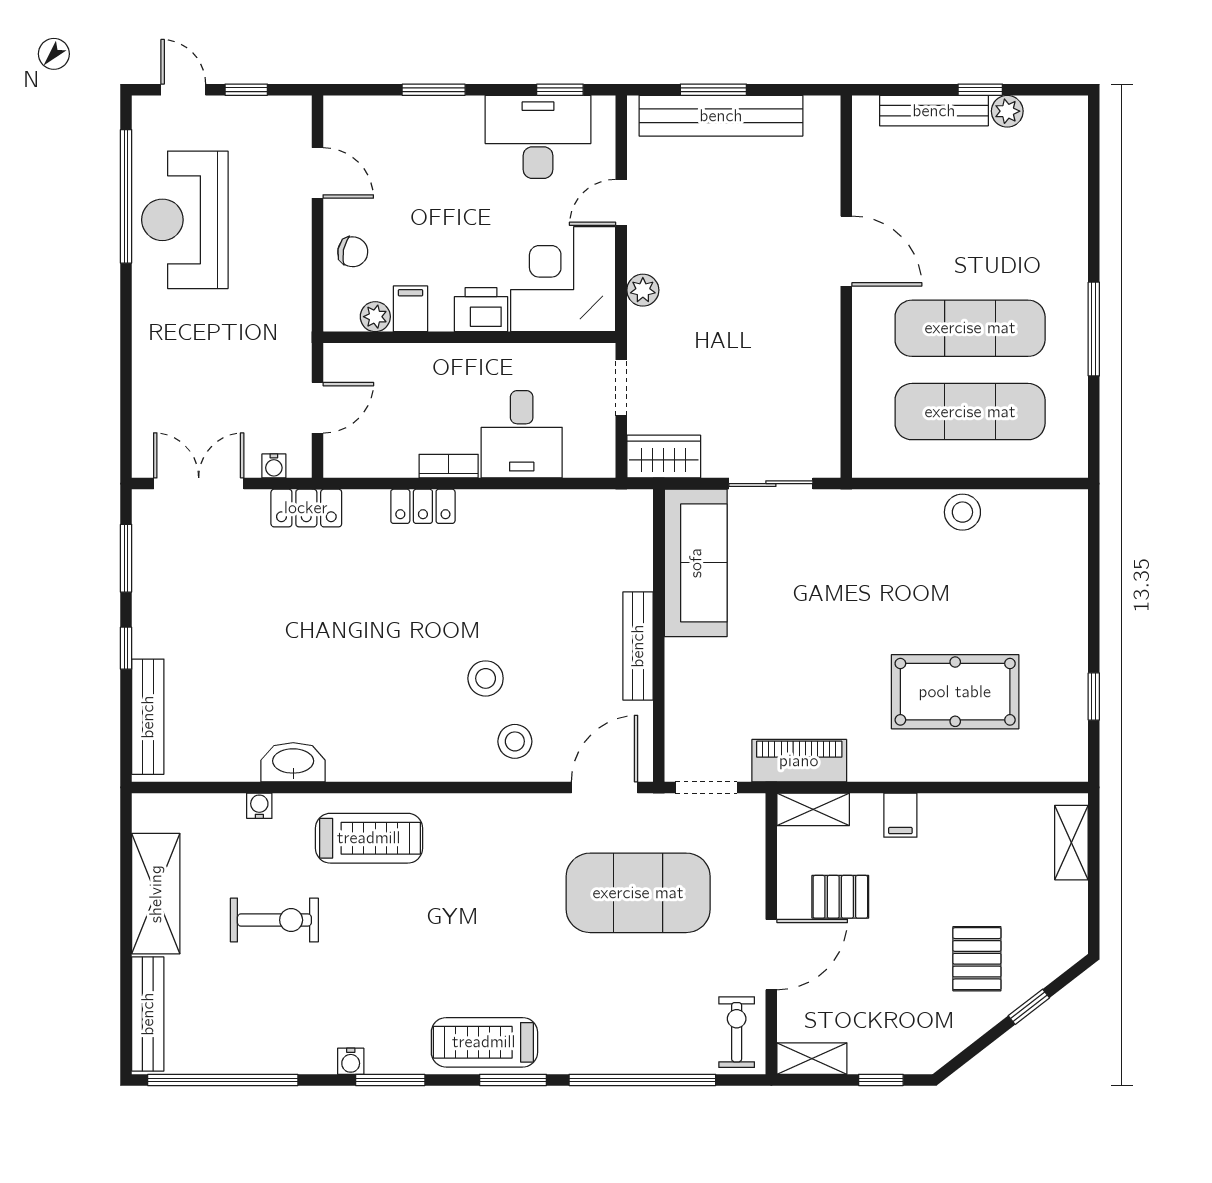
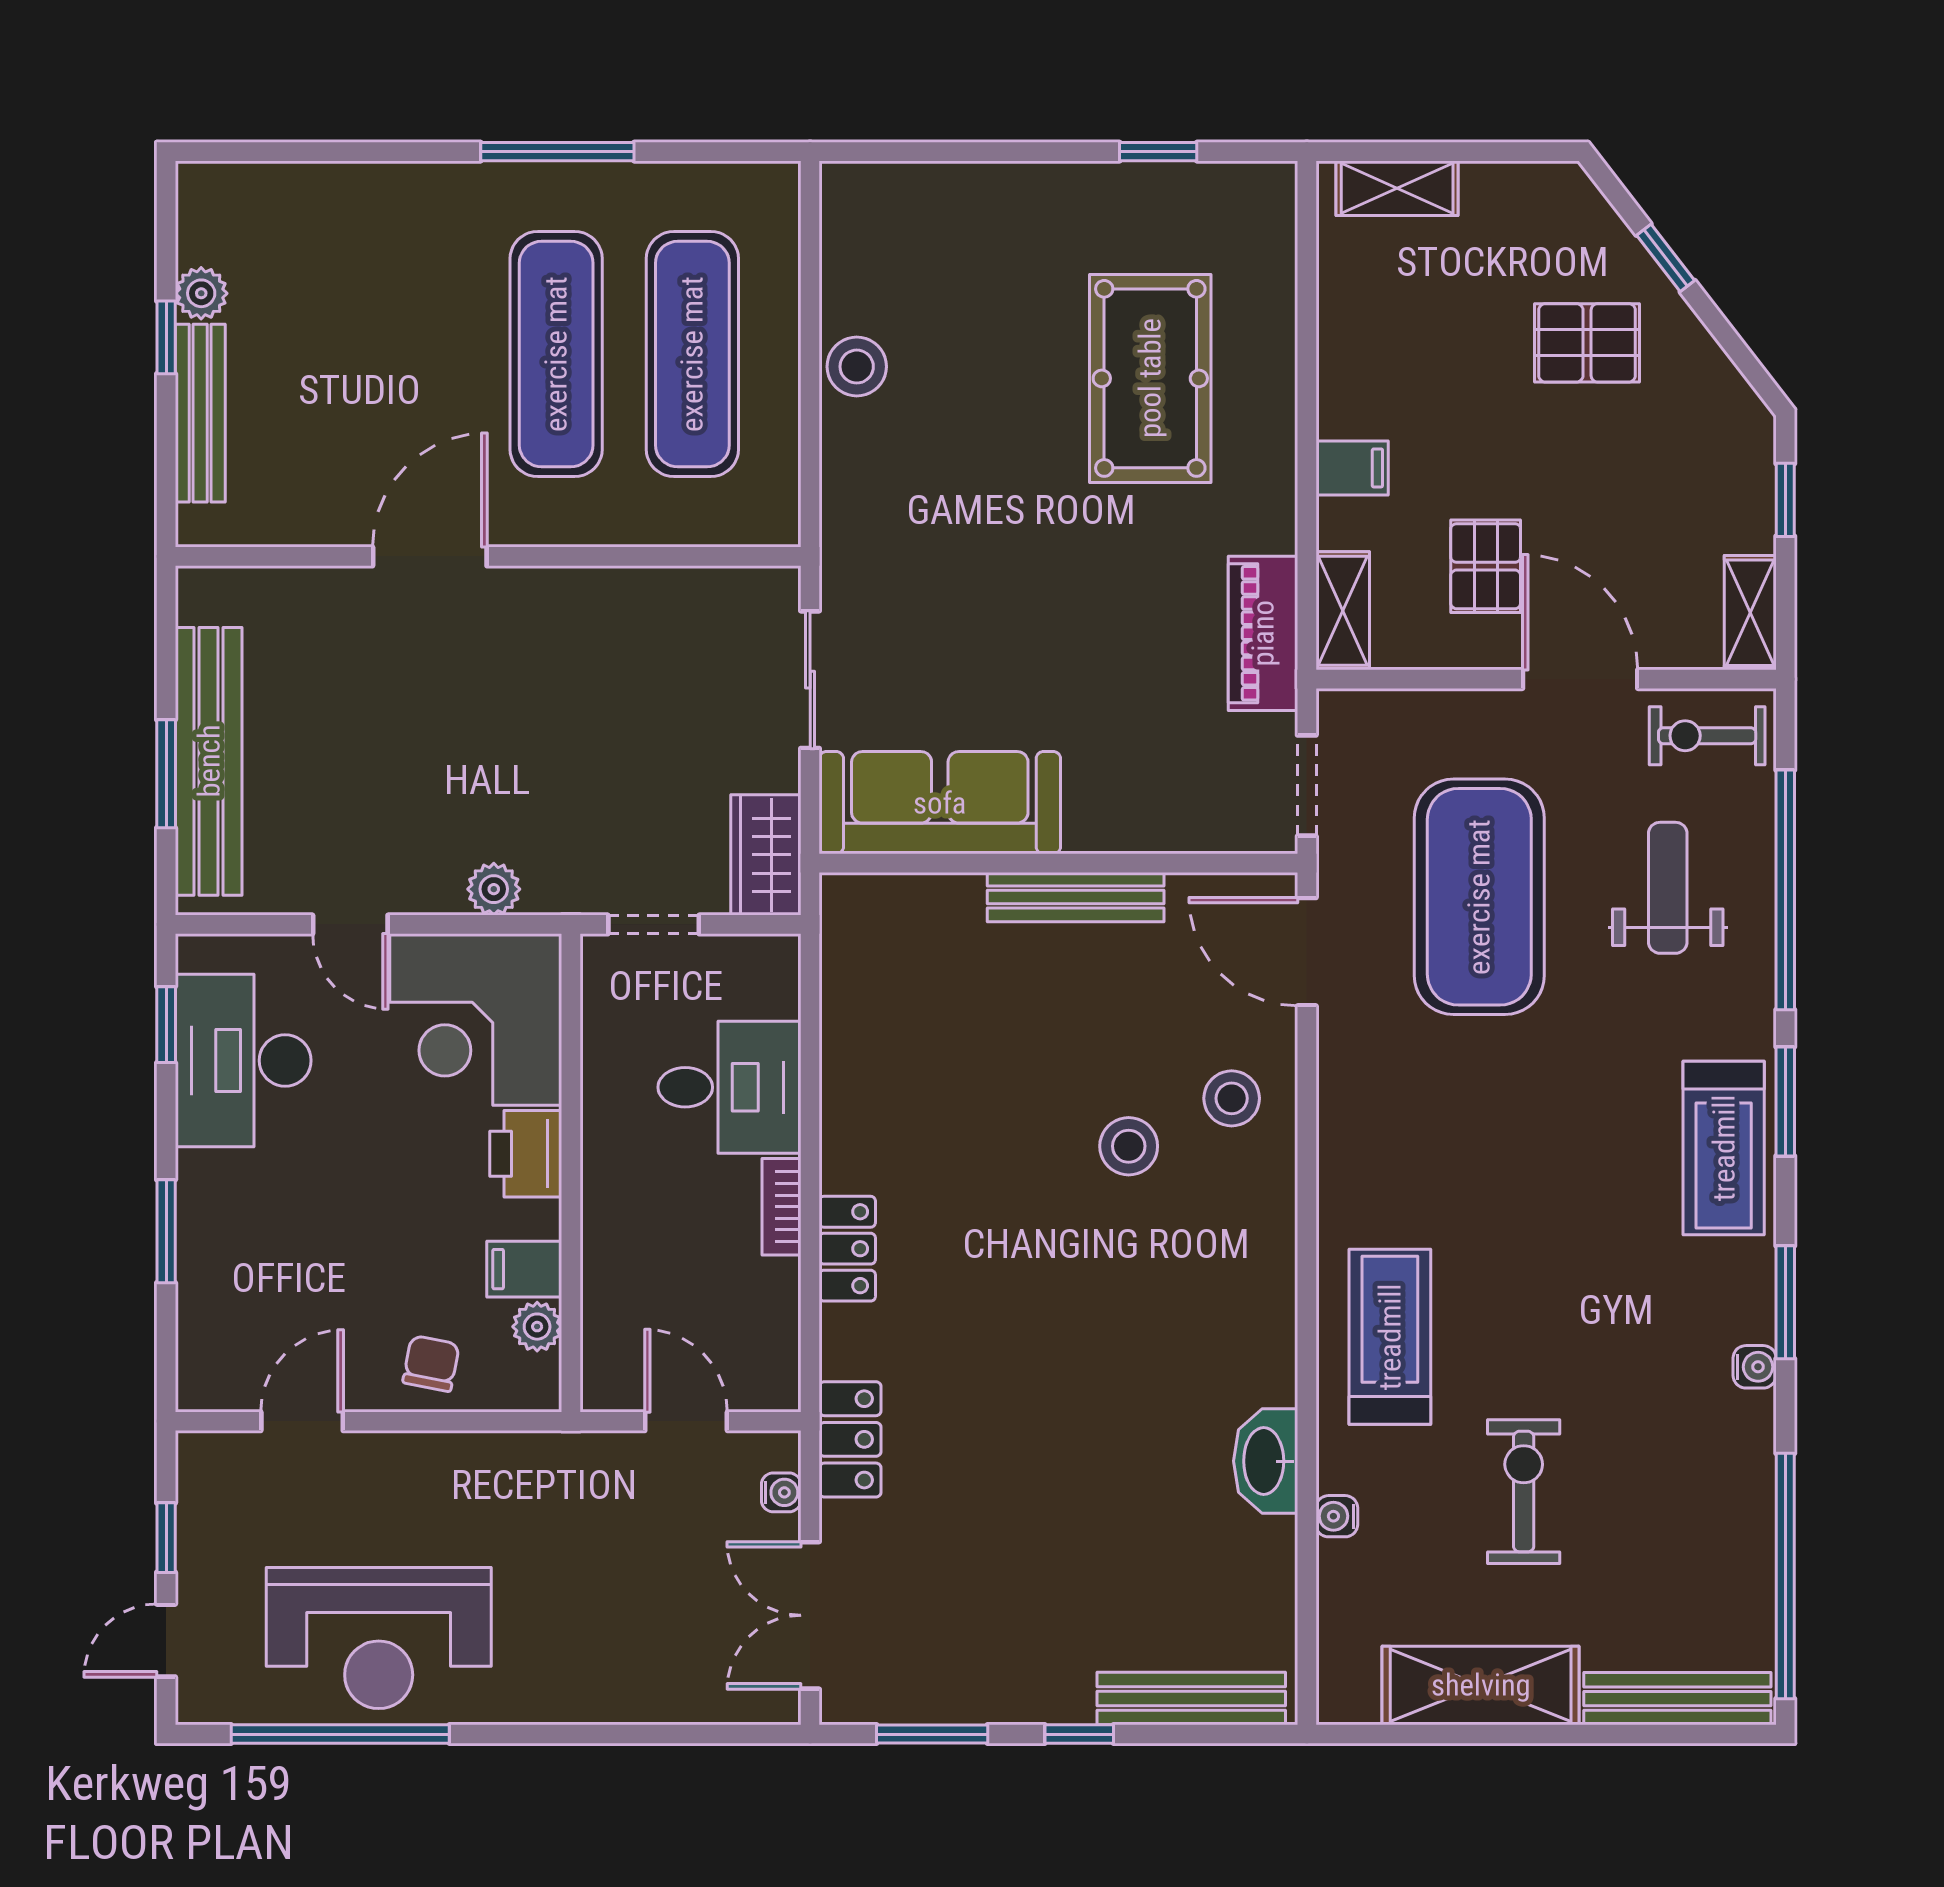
weight bench: (644, 1008) -> (1668, 888), added

